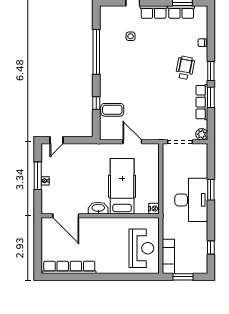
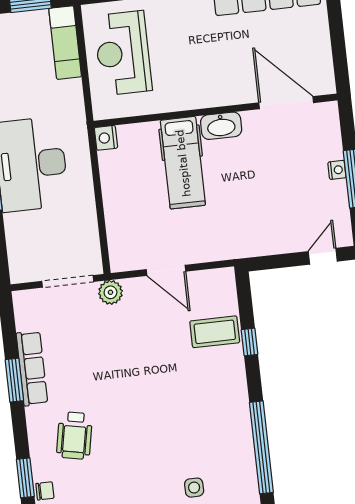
window: (211, 71) -> (25, 478), moved
plant: (202, 134) -> (110, 292), moved
hospital bed: (122, 186) -> (183, 163), width x0.73, depth x0.78

